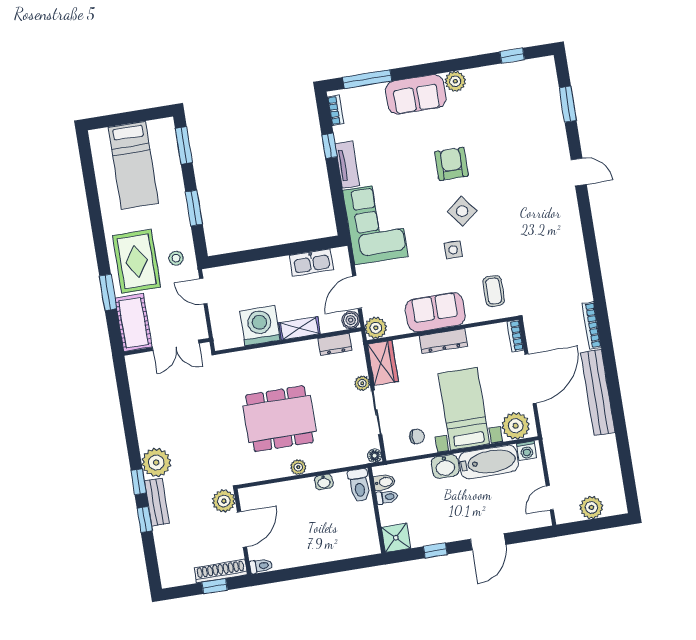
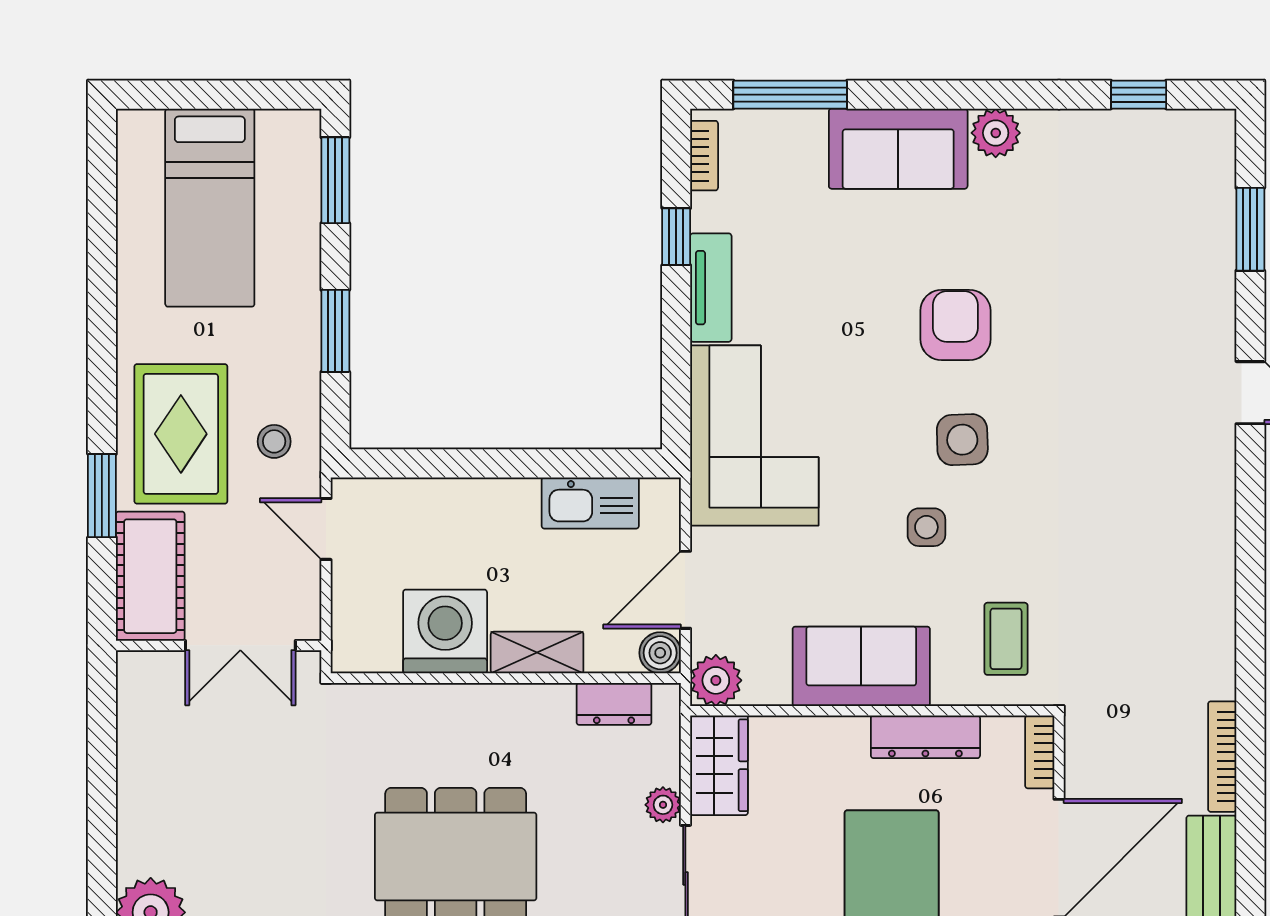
side table: (462, 211) -> (962, 440), turned 36
dresser: (443, 341) -> (925, 737), moved

